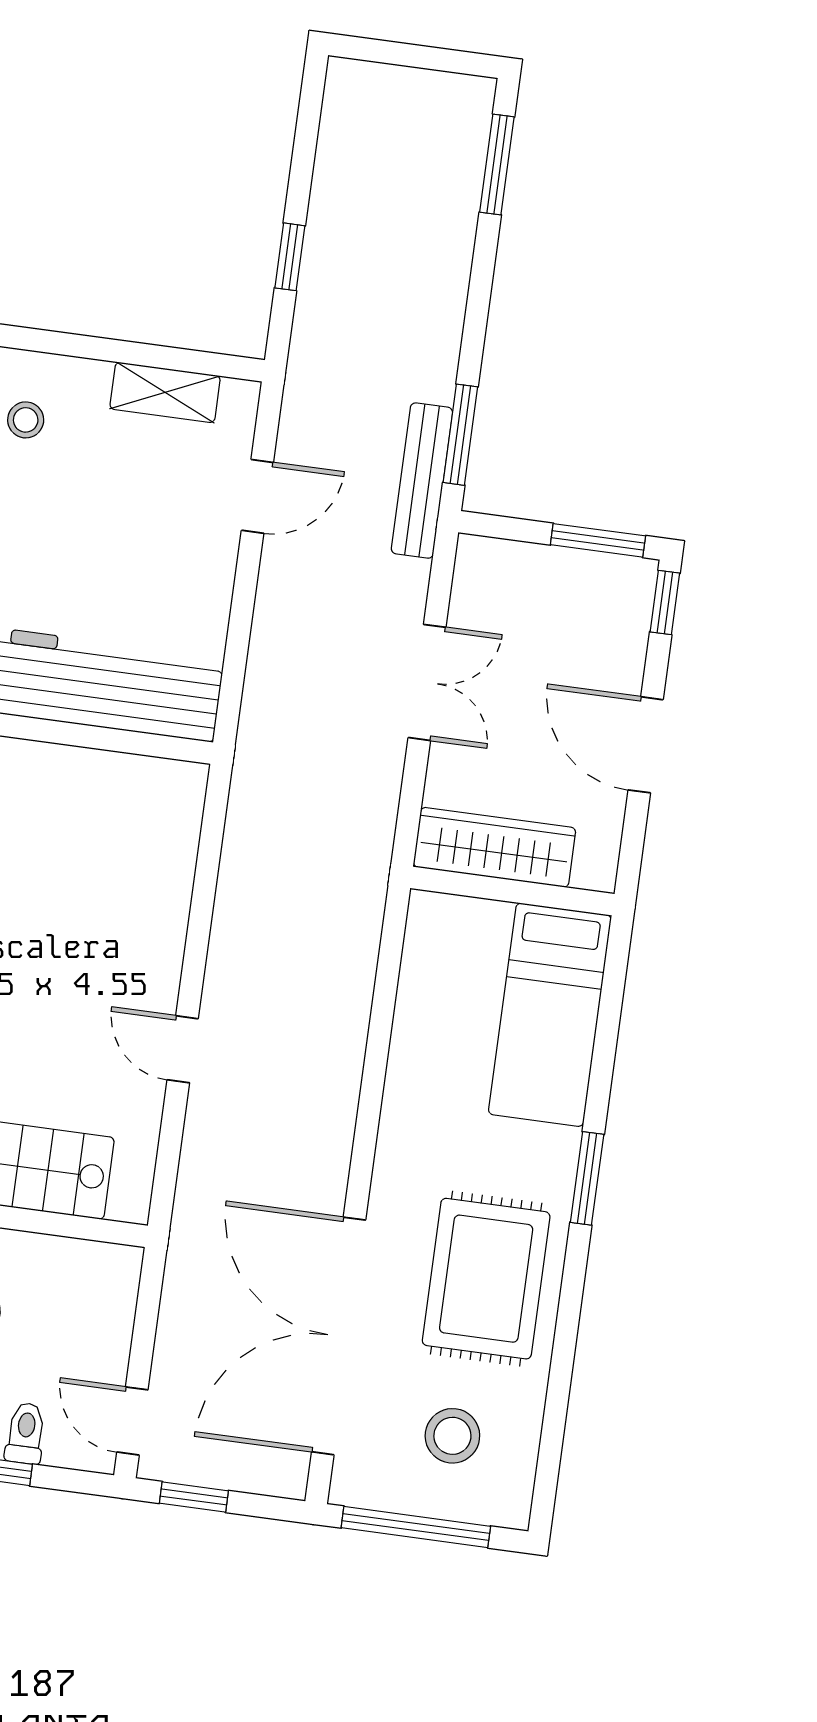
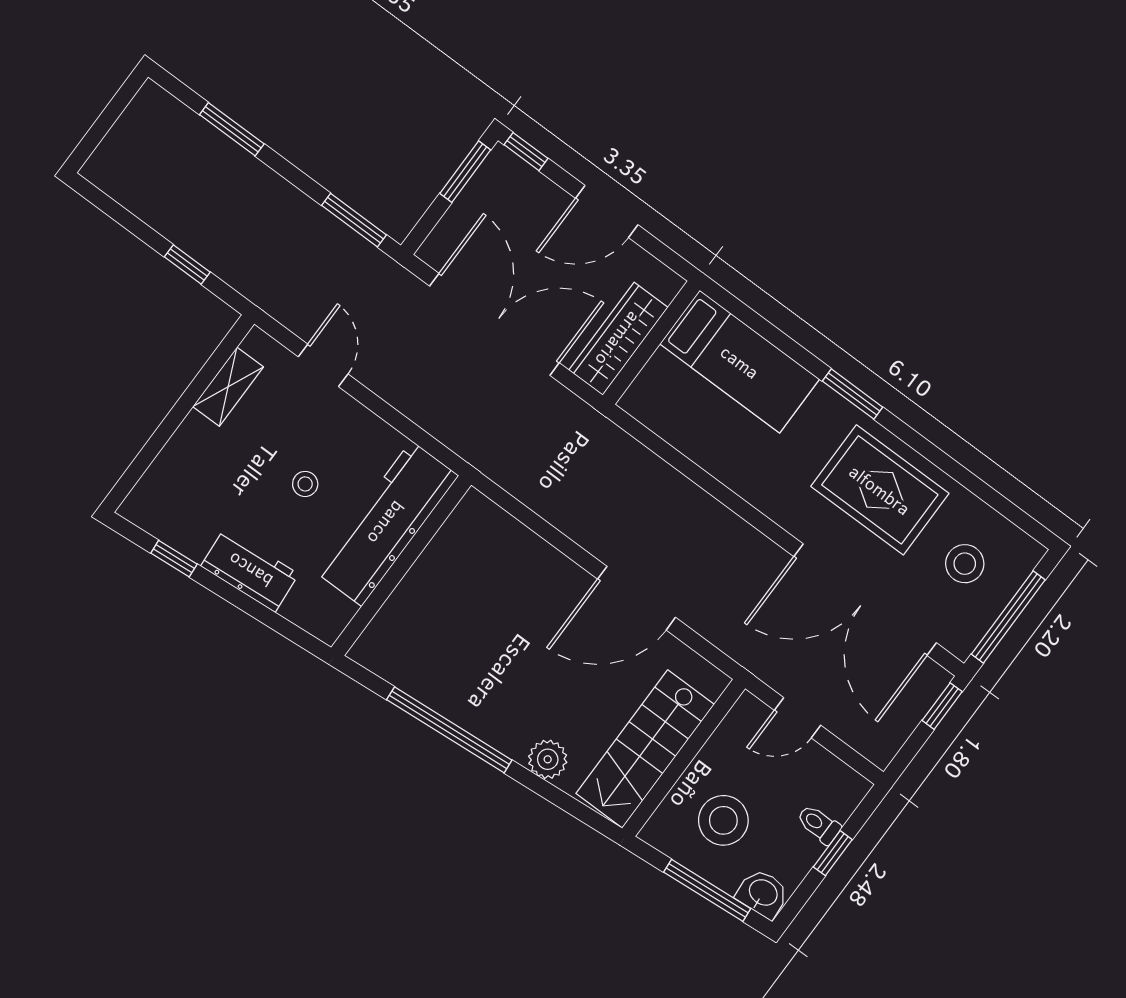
window: (497, 164) -> (232, 129), moved
stool: (26, 420) -> (305, 484), moved
bench: (422, 481) -> (369, 259), removed
double door: (427, 682) -> (494, 324), width x1.87
door: (183, 1049) -> (637, 598), width x1.87
door: (132, 1421) -> (798, 718), moved
window: (194, 1497) -> (942, 706), moved

